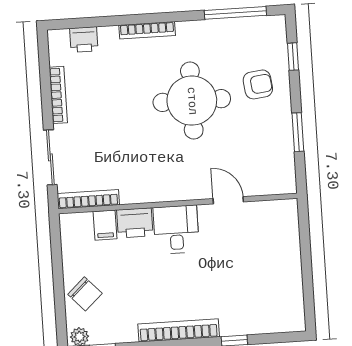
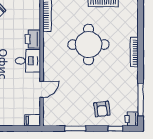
printer: (84, 40) -> (132, 119), moved
round table: (192, 101) -> (89, 45), moved
filing cabinet: (105, 225) -> (33, 120), moved

